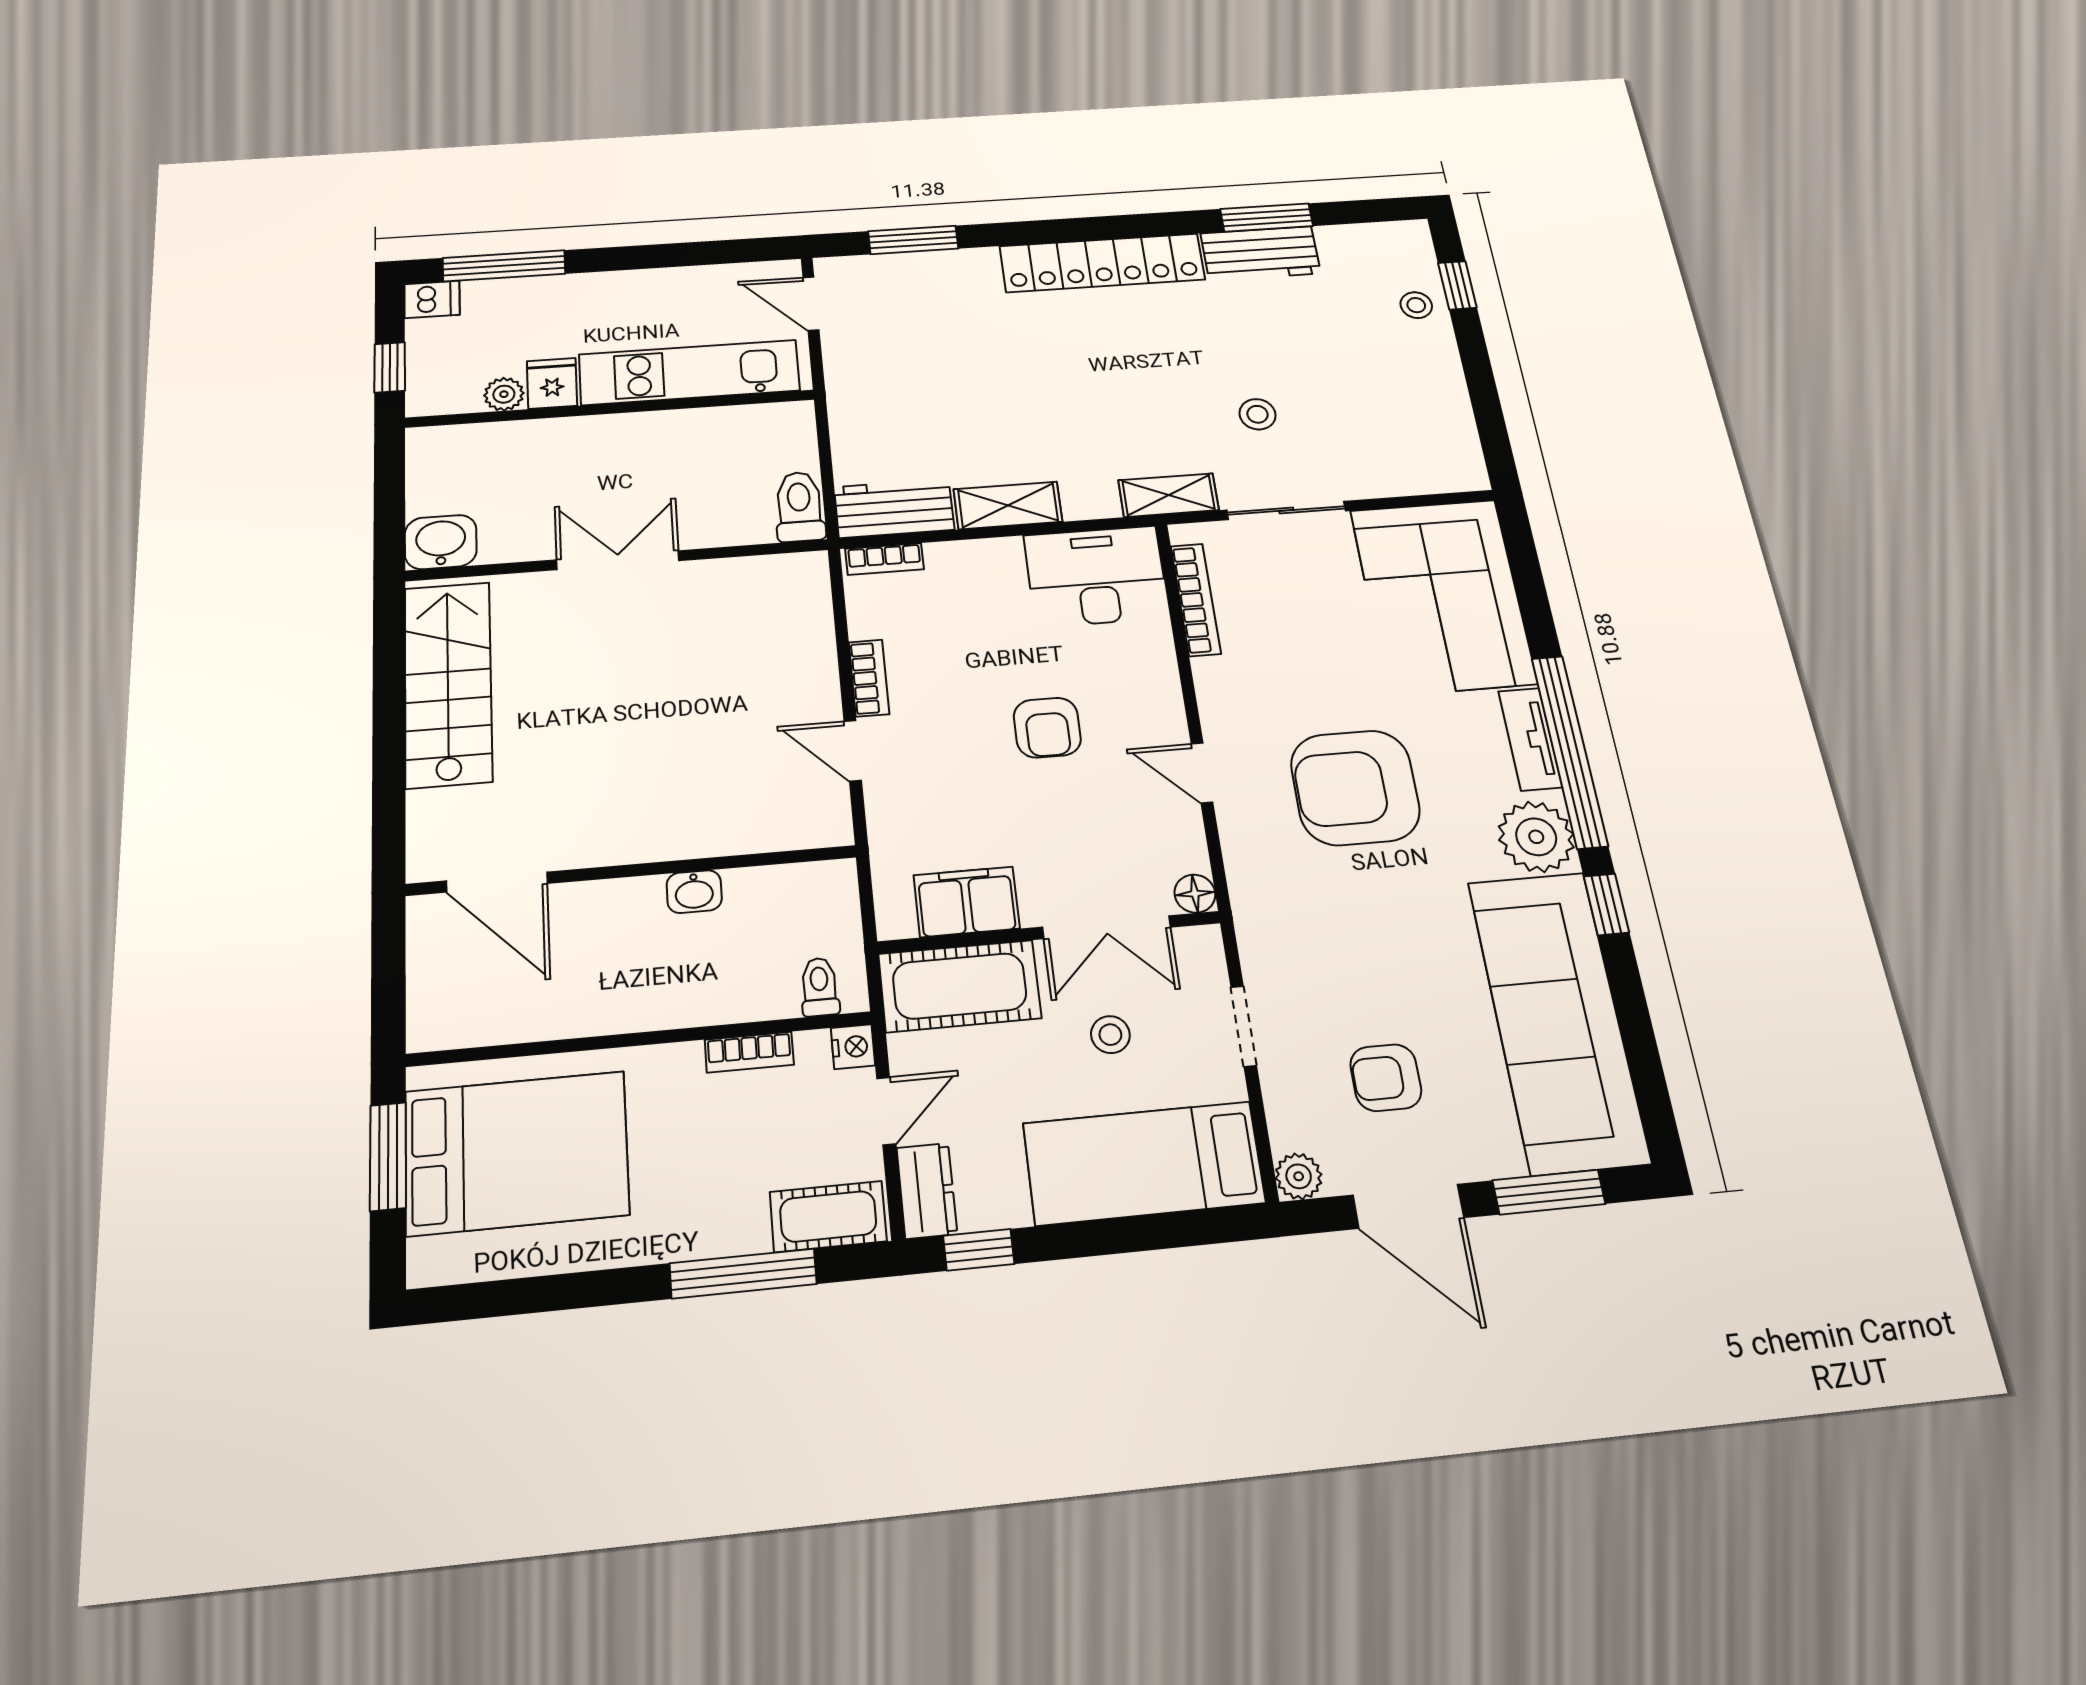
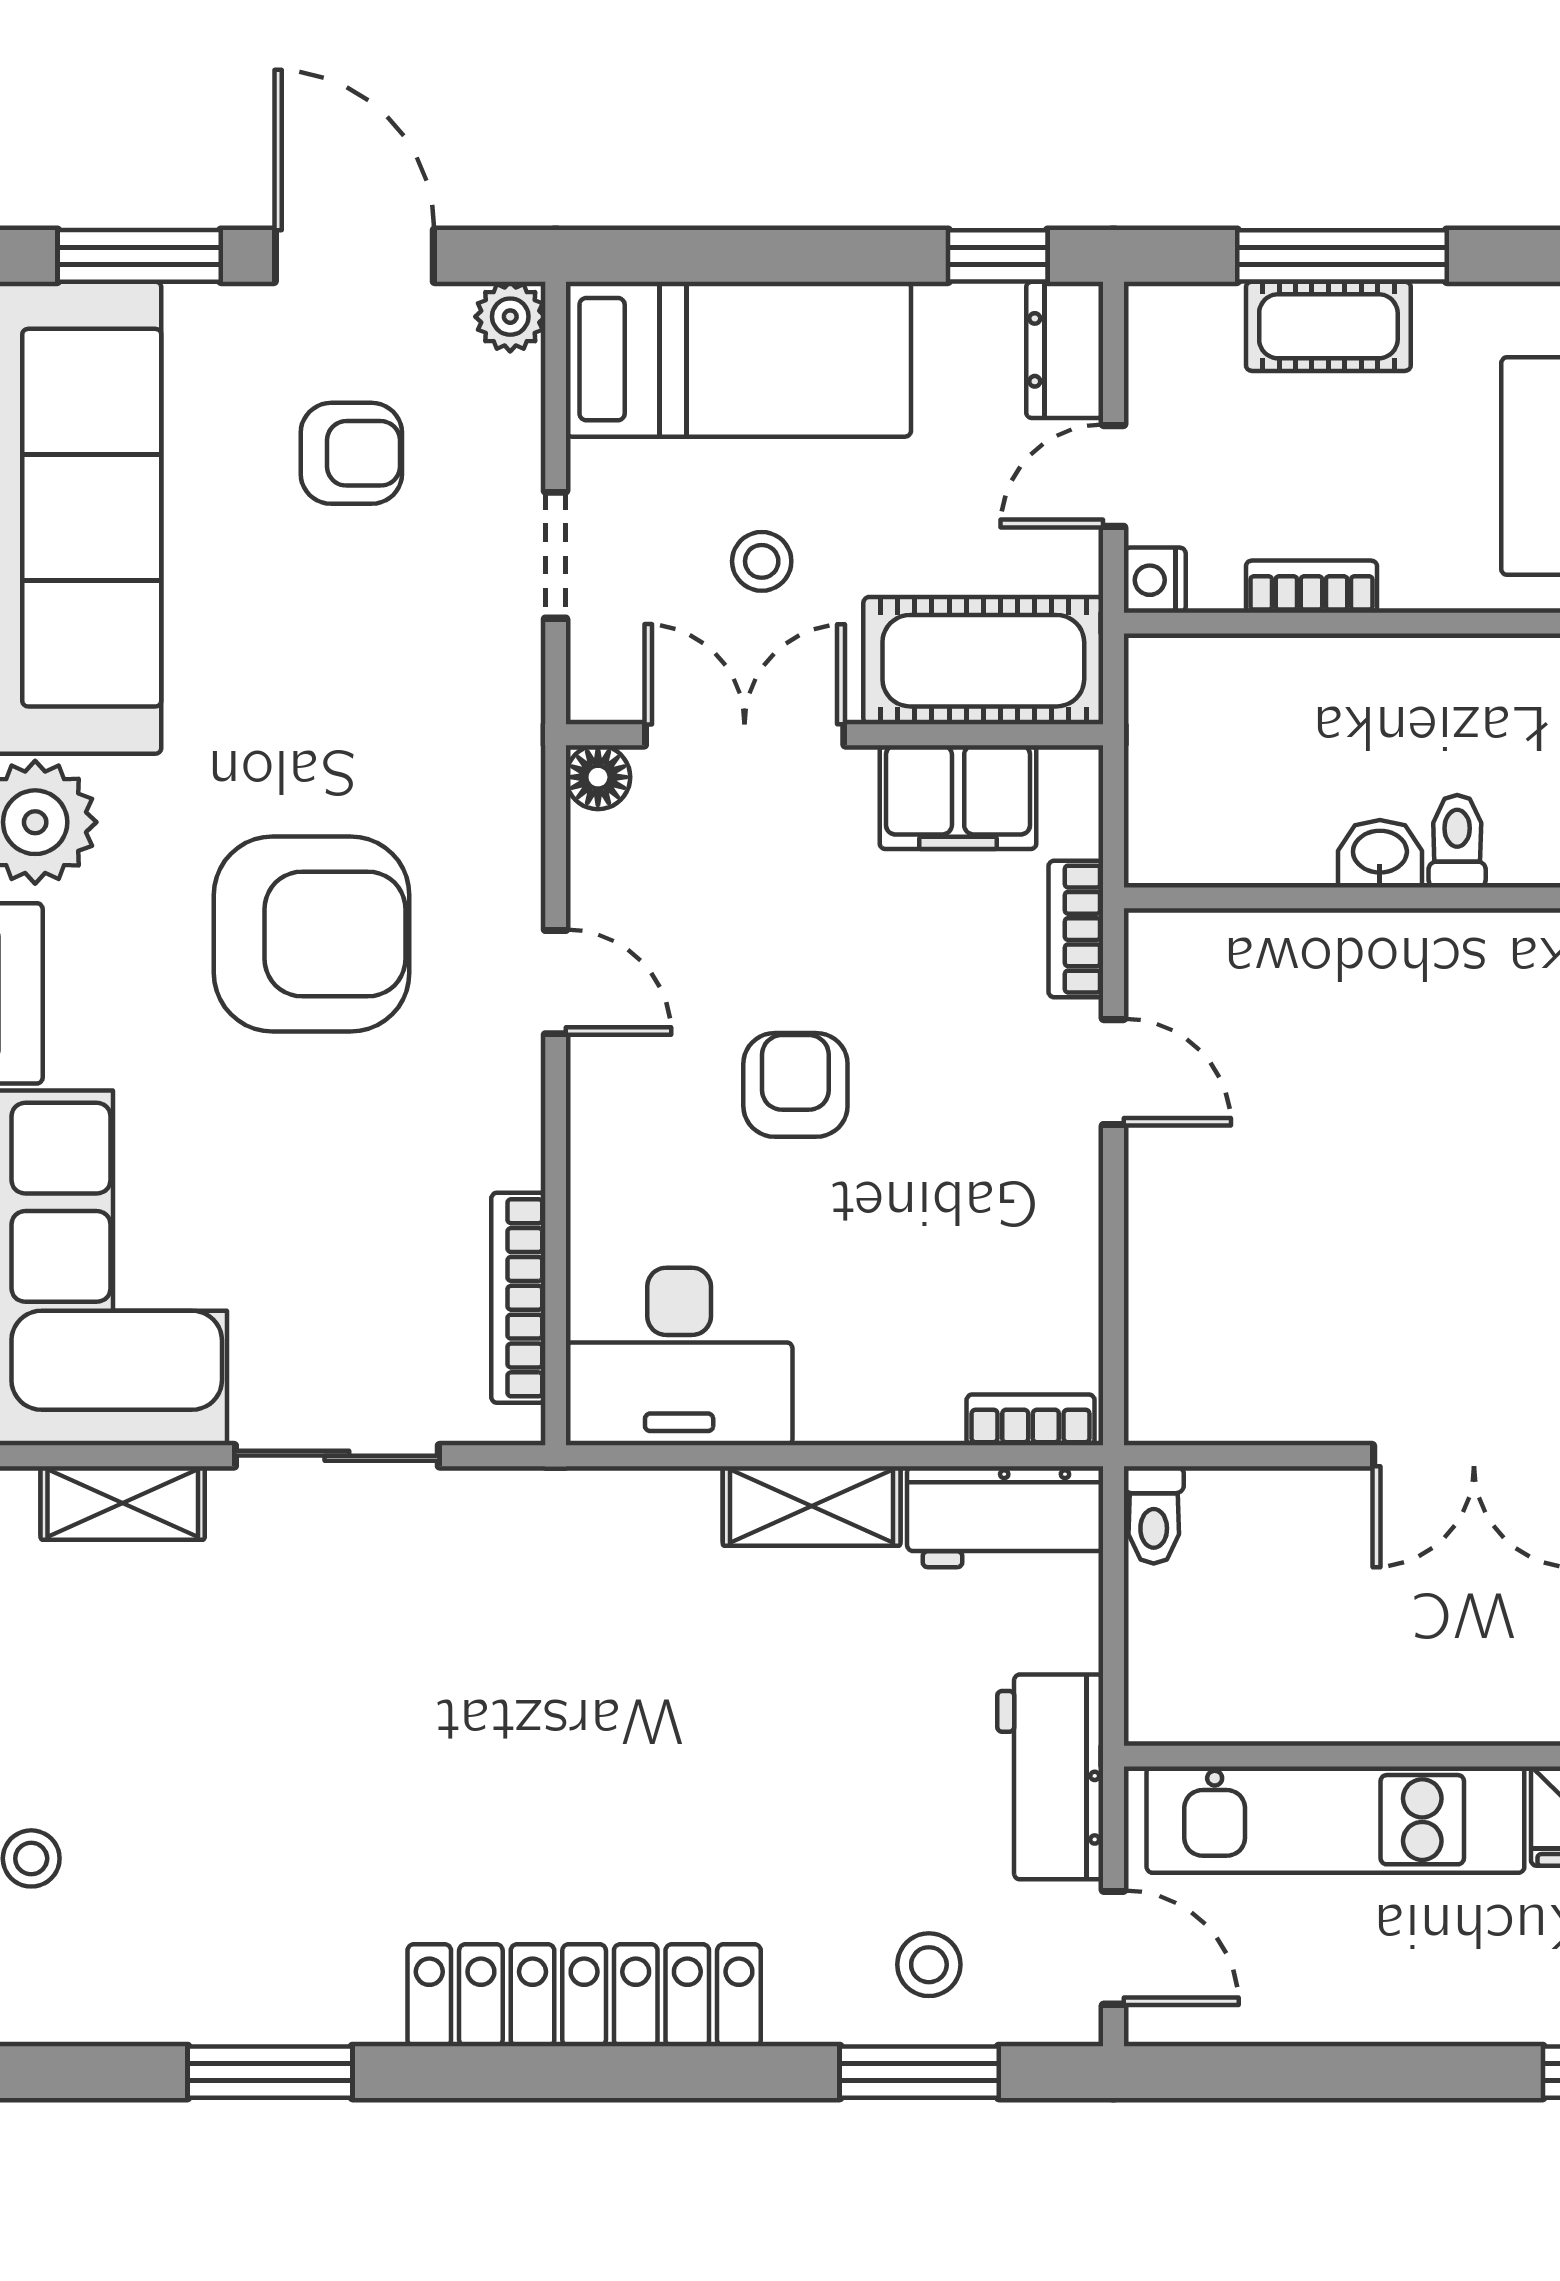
workbench: (1261, 253) -> (1050, 1777), moved, turned -90
stool: (1257, 414) -> (929, 1965), moved
shelving: (1168, 495) -> (123, 1503), moved
toilet: (799, 507) -> (1154, 1515), width x0.73, depth x0.72
bookcase: (869, 678) -> (1076, 929), moved
toilet: (820, 987) -> (1457, 841), moved, turned 180
cot: (828, 1217) -> (1328, 326), moved

